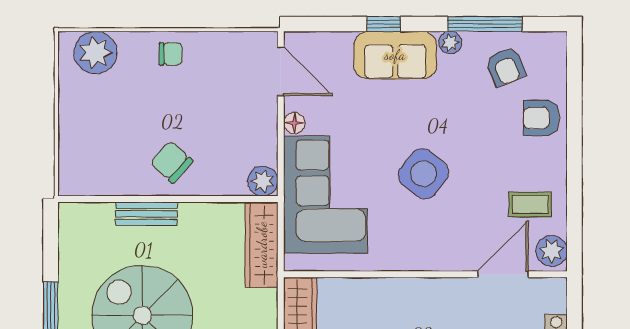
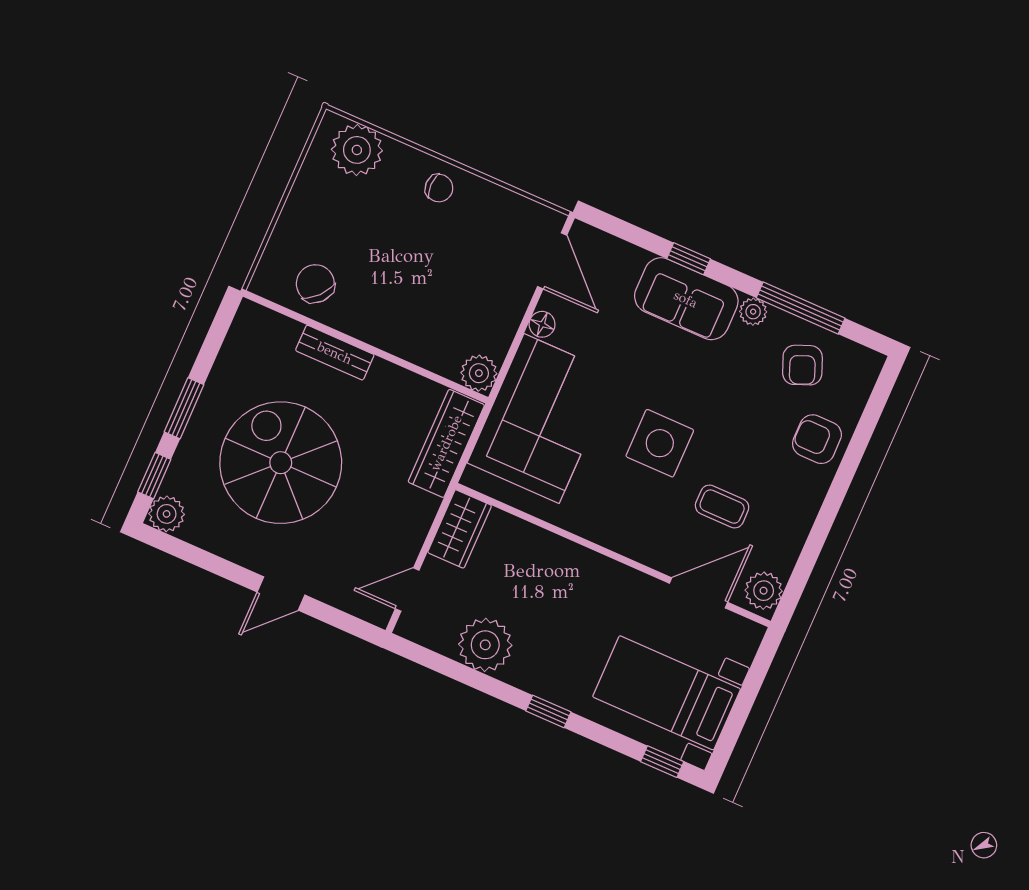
chair: (172, 162) -> (315, 284), moved
side table: (424, 174) -> (660, 443), turned -38
coffee table: (530, 204) -> (722, 507), moved

